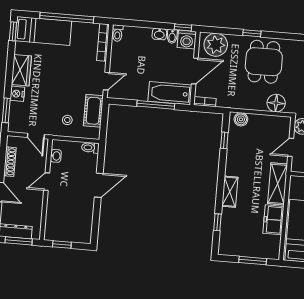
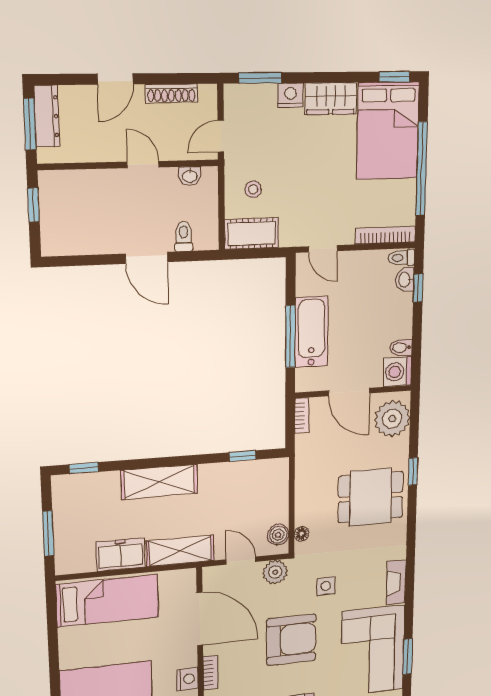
window: (183, 27) -> (418, 288), moved
bed: (43, 31) -> (388, 131), width x1.50
washbasin: (159, 34) -> (405, 280), moved
bathtub: (170, 93) -> (311, 332), moved
floor lamp: (276, 103) -> (302, 534), width x0.53, depth x0.53
cot: (93, 111) -> (252, 234), moved
boiler: (241, 119) -> (278, 535), moved
toilet: (90, 148) -> (184, 236), moved
shelving: (230, 192) -> (159, 482), width x1.50, depth x1.33
window: (217, 222) -> (84, 468), moved

